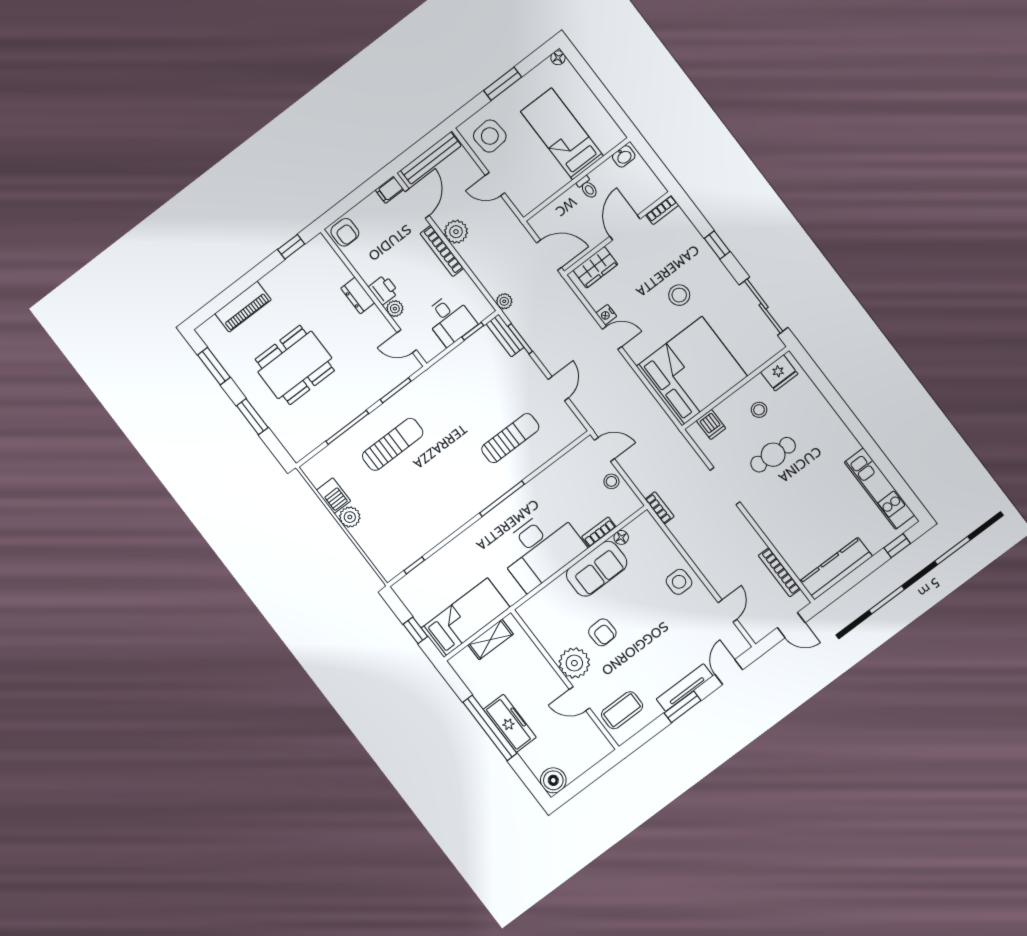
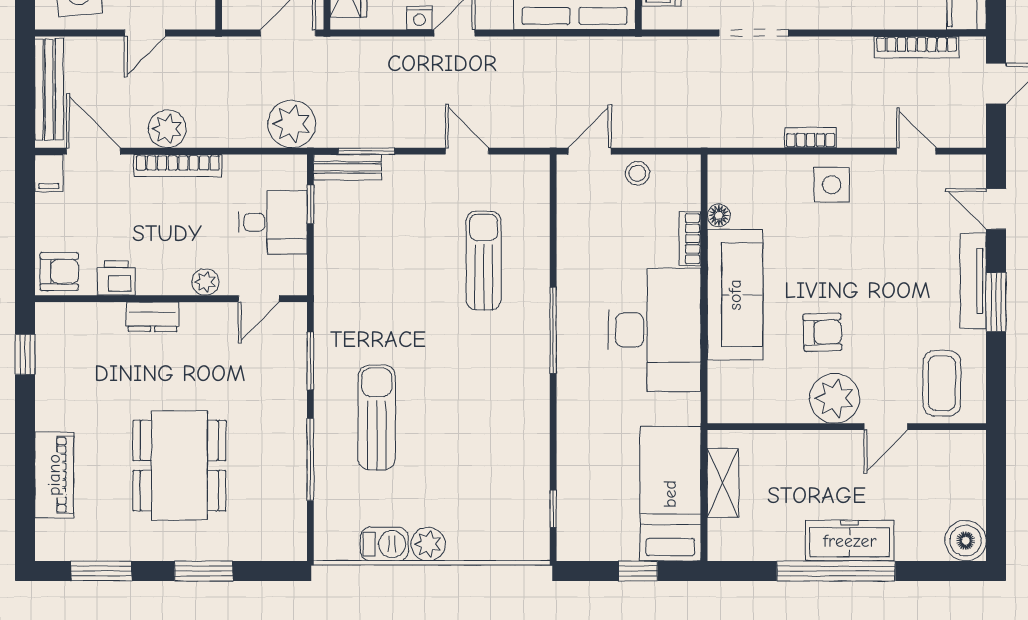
printer: (384, 290) -> (116, 278), moved
plant: (504, 301) -> (292, 124), width x1.88, depth x1.88
bookcase: (660, 508) -> (811, 138), moved
sofa: (597, 569) -> (735, 295), width x1.36

